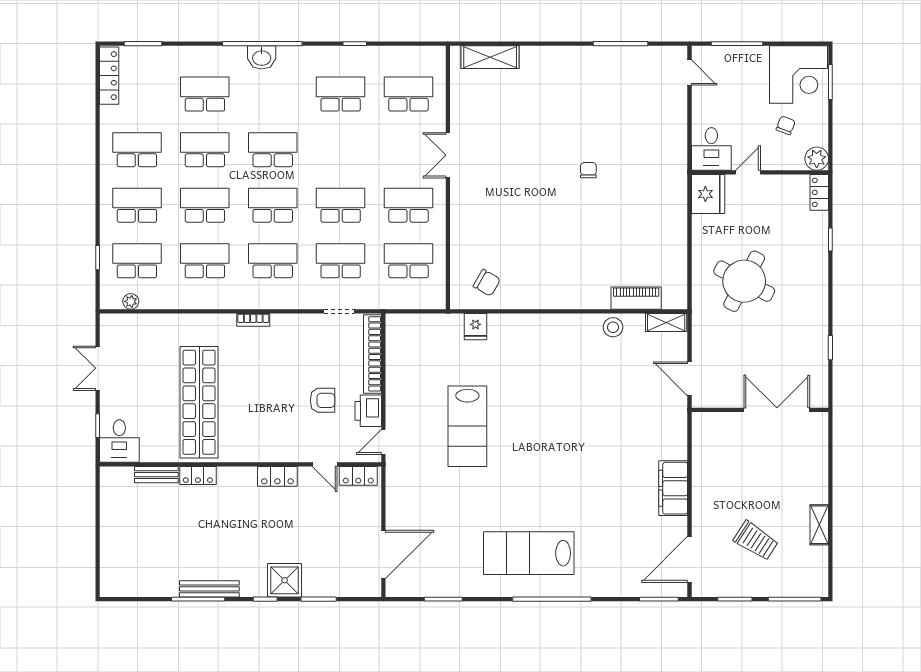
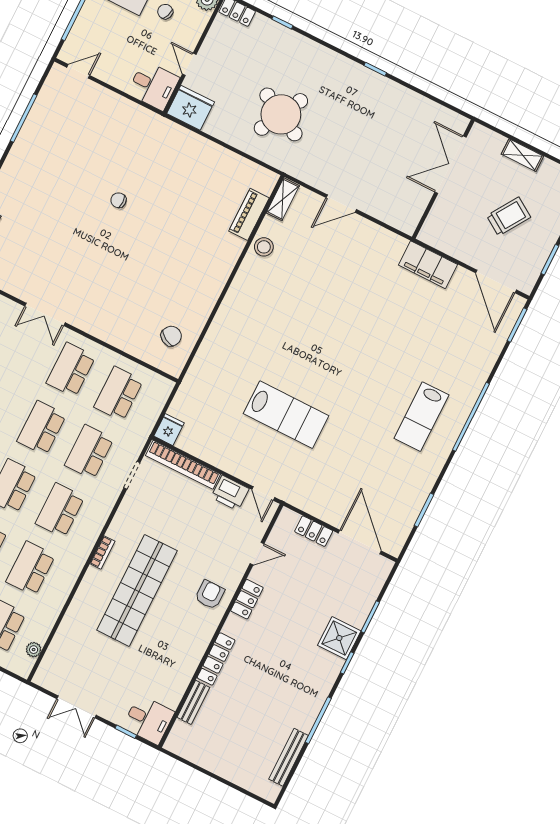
fridge: (475, 327) -> (169, 430), moved, turned -90
armchair: (322, 400) -> (210, 595), moved
shop shelf: (199, 402) -> (137, 590), moved, turned 90
wall: (760, 410) -> (443, 179), moved
double door: (777, 410) -> (451, 165), moved
locker: (198, 476) -> (216, 659), width x1.53
locker: (358, 476) -> (314, 531), moved, turned 90
lab bench: (529, 553) -> (421, 417), width x0.73, depth x0.72
bench: (209, 589) -> (289, 757), moved

